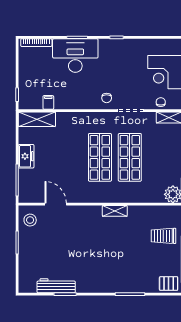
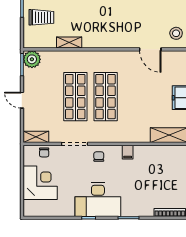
desk: (75, 56) -> (98, 199), moved
filing cabinet: (48, 102) -> (128, 152), moved
shelving: (115, 211) -> (69, 43), moved

